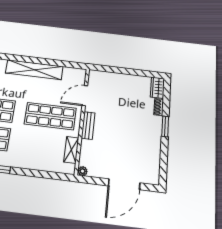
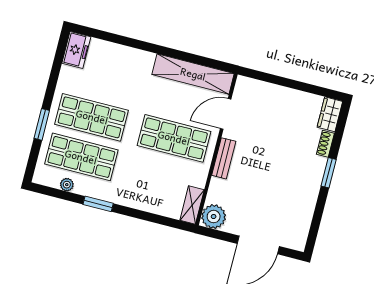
shelving: (34, 70) -> (193, 74), moved
shelving: (71, 150) -> (192, 205), moved
plant: (83, 171) -> (214, 217), width x1.88, depth x1.88

